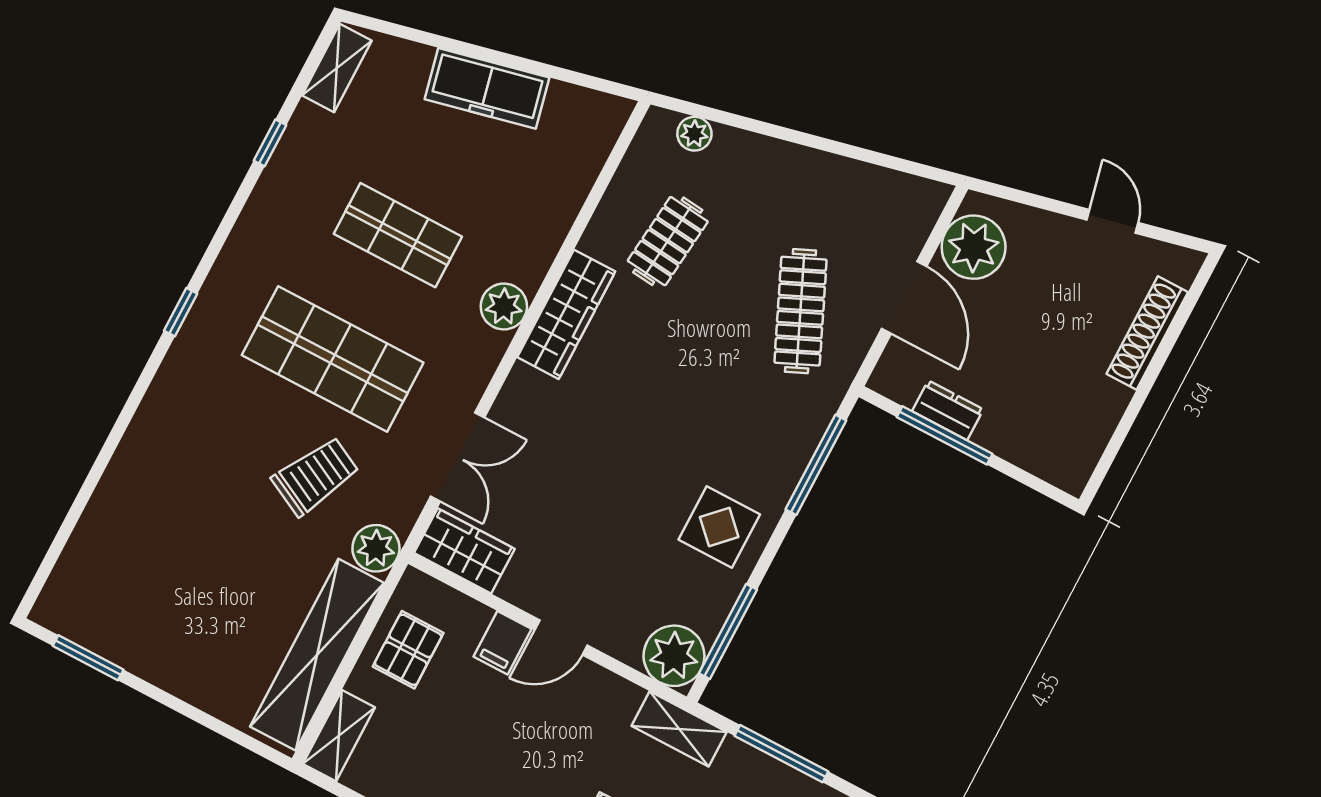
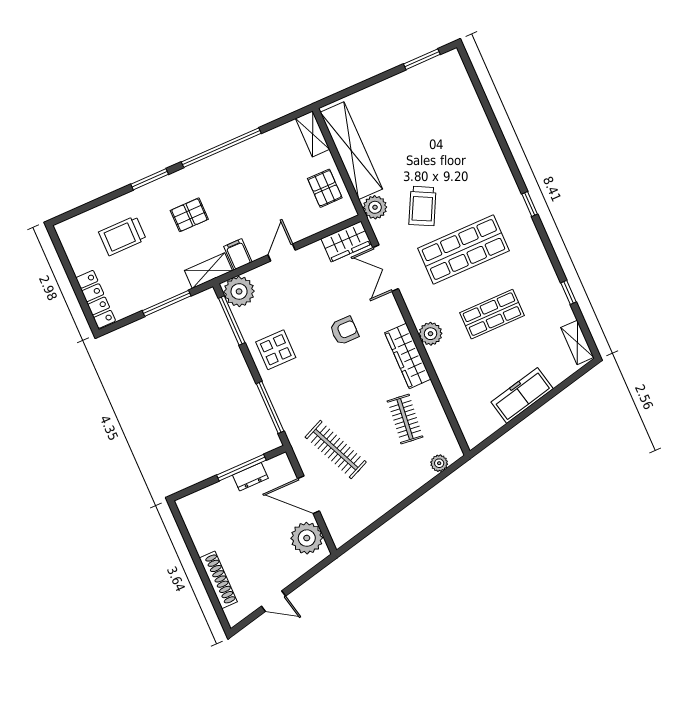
armchair: (606, 444) -> (344, 331), added
filing cabinet: (503, 643) -> (238, 254), moved

